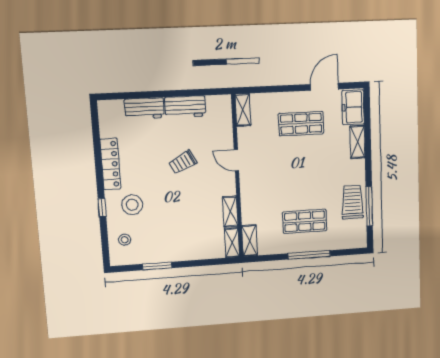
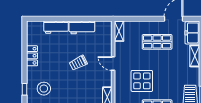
locker: (110, 164) -> (32, 56), width x0.66
display table: (281, 184) -> (142, 81), added

